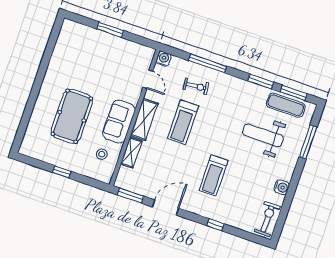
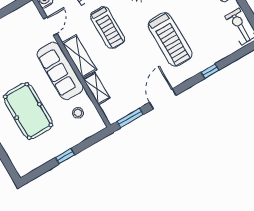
door: (148, 79) -> (50, 26), hinge flipped
sofa: (119, 122) -> (60, 71), width x1.36
treadmill: (213, 175) -> (170, 39), width x1.37, depth x1.38

